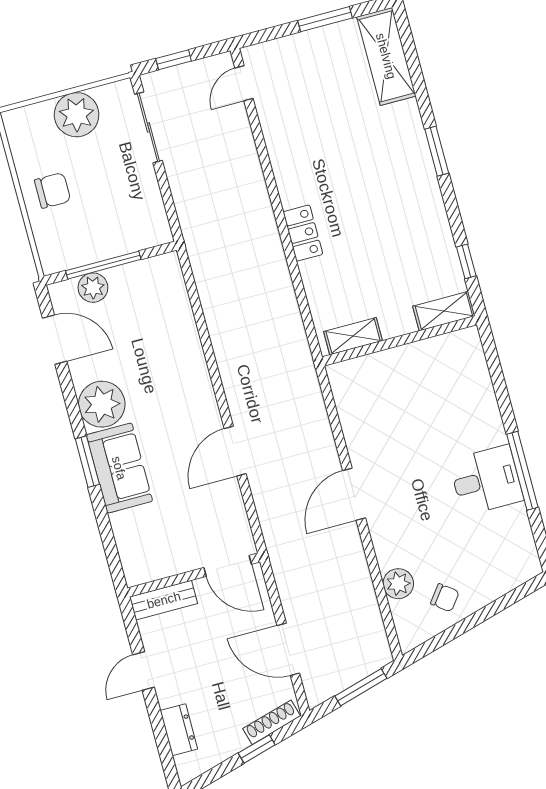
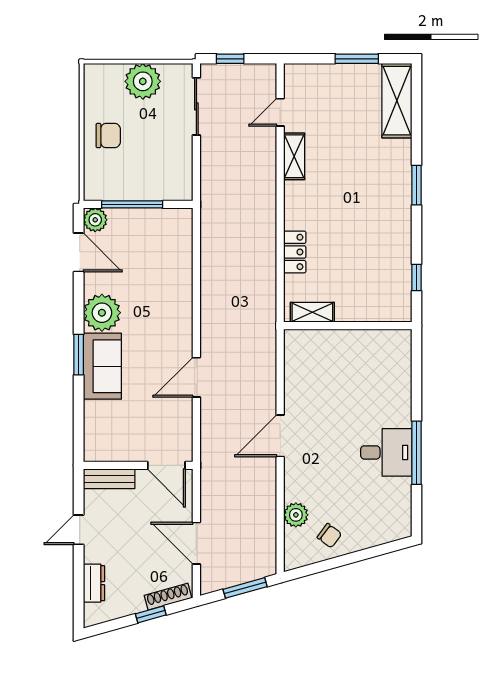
door: (244, 83) -> (280, 112), moved
locker: (303, 233) -> (295, 252), moved
plant: (93, 288) -> (95, 220), moved
shelving: (444, 311) -> (294, 156), moved, turned 90

